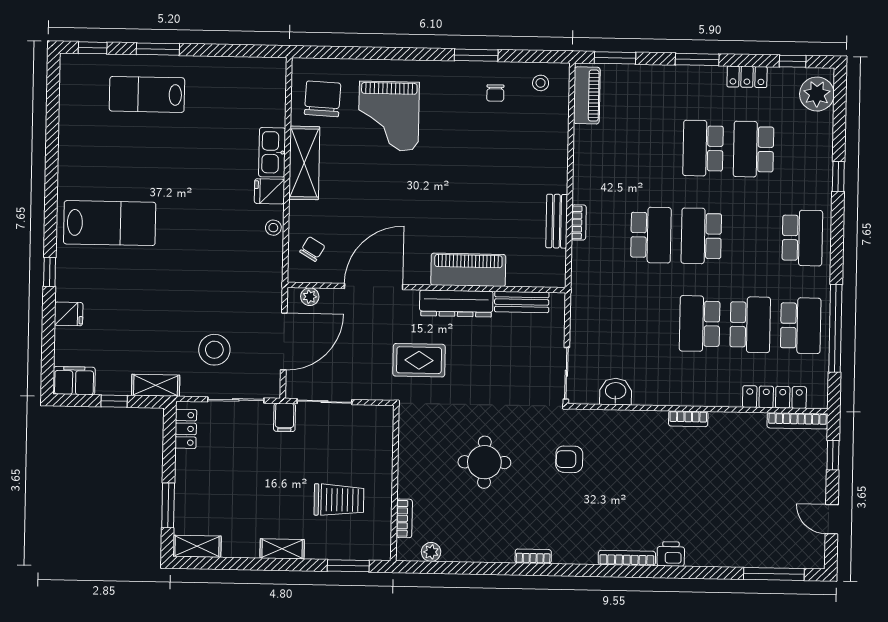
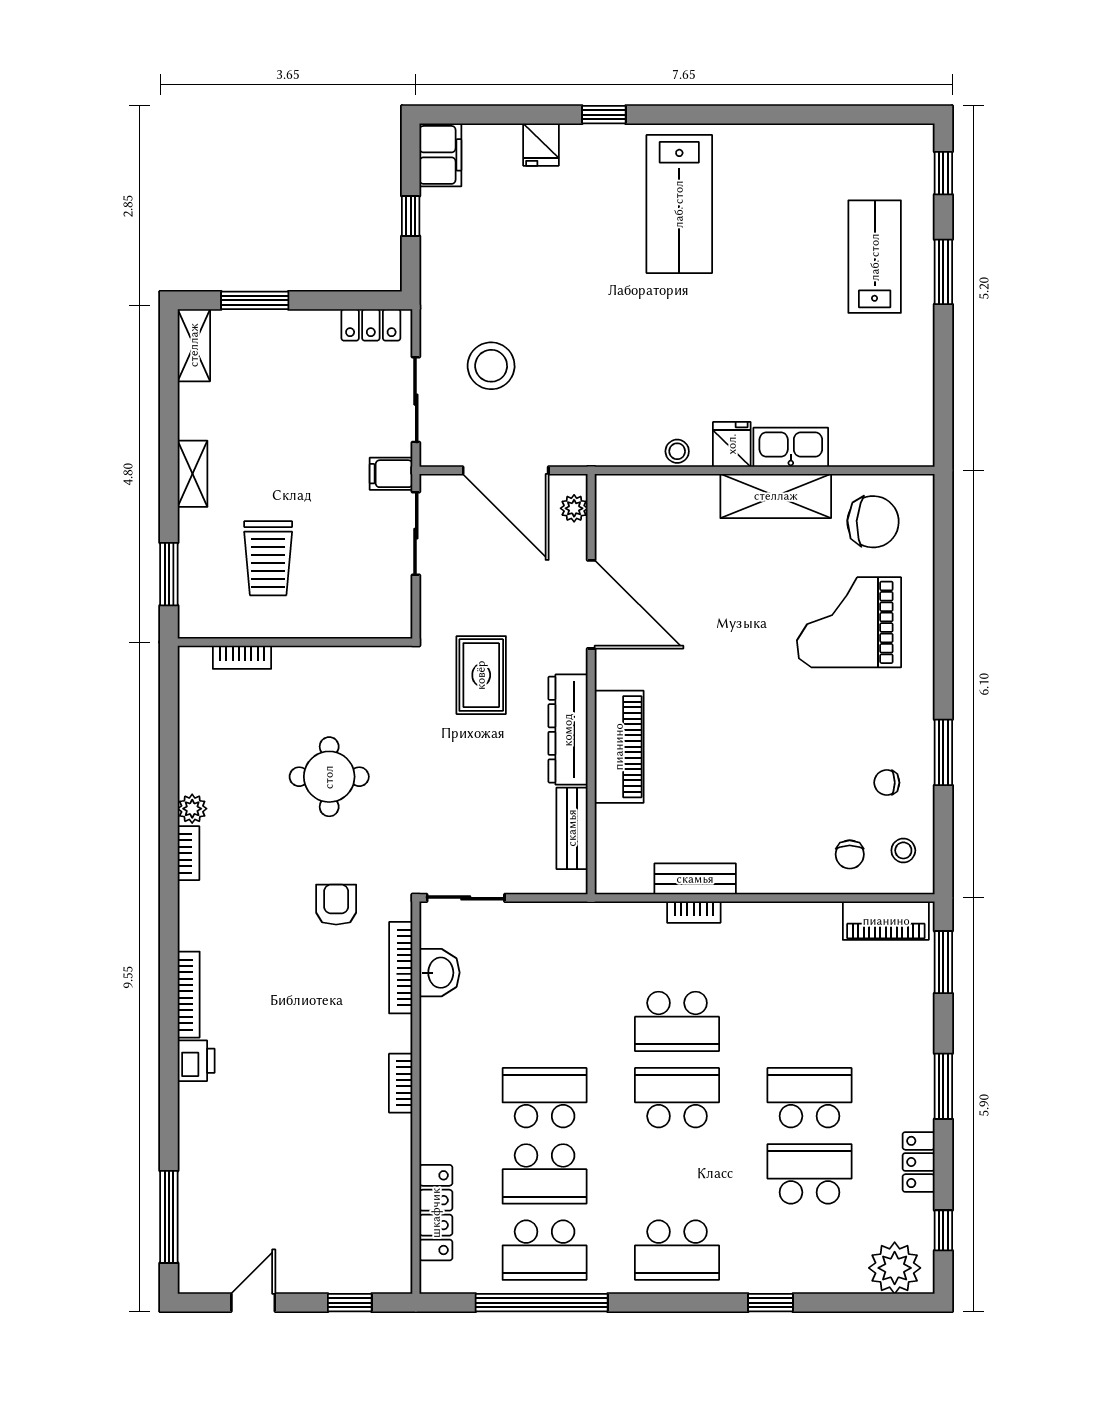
chair: (312, 249) -> (850, 854), moved, turned 59
shelving: (156, 385) -> (436, 278), removed
bookcase: (797, 421) -> (401, 968), moved
plant: (431, 552) -> (192, 809), moved

